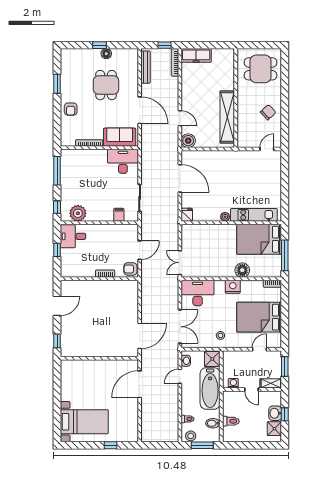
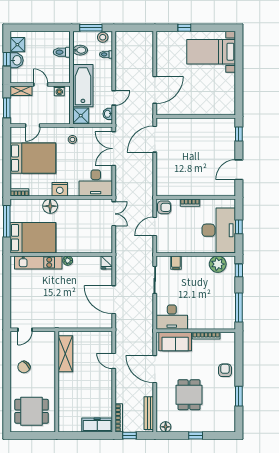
floor lamp: (106, 54) -> (166, 427), moved
shelving: (227, 117) -> (65, 354), width x0.68
boiler: (188, 141) -> (105, 338), removed
desk: (73, 236) -> (219, 230), width x1.87, depth x1.30

